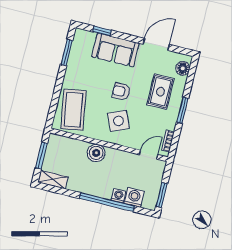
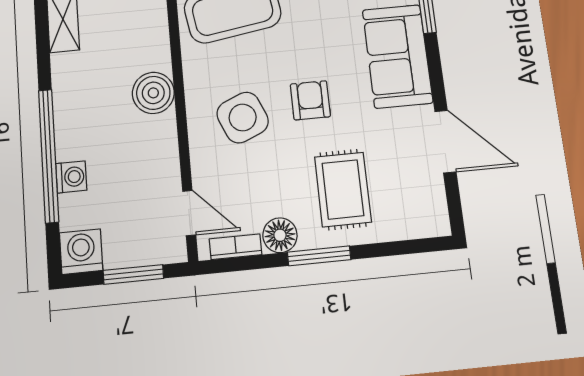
floor lamp: (183, 68) -> (280, 235), moved
rug: (161, 92) -> (343, 189), turned 90
window: (162, 195) -> (133, 274), moved
washing machine: (134, 197) -> (81, 252), moved, turned -90

